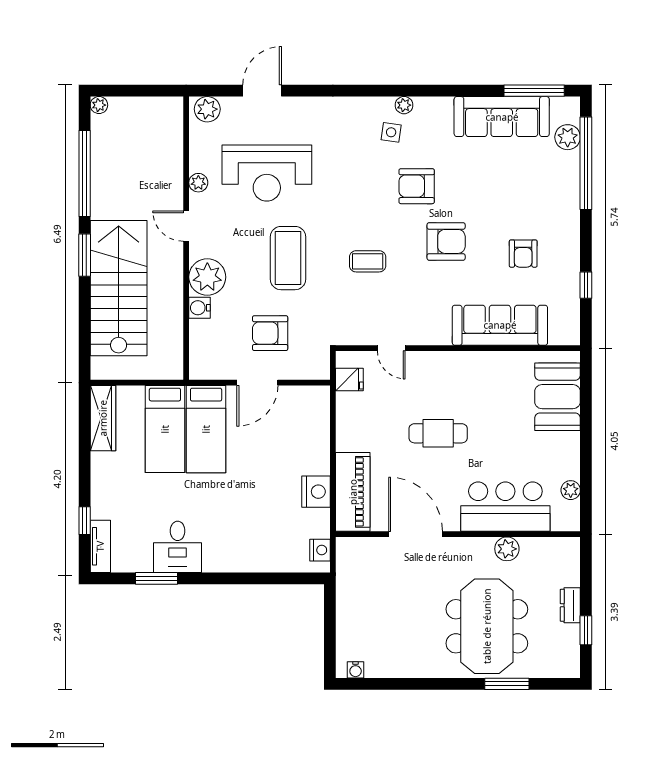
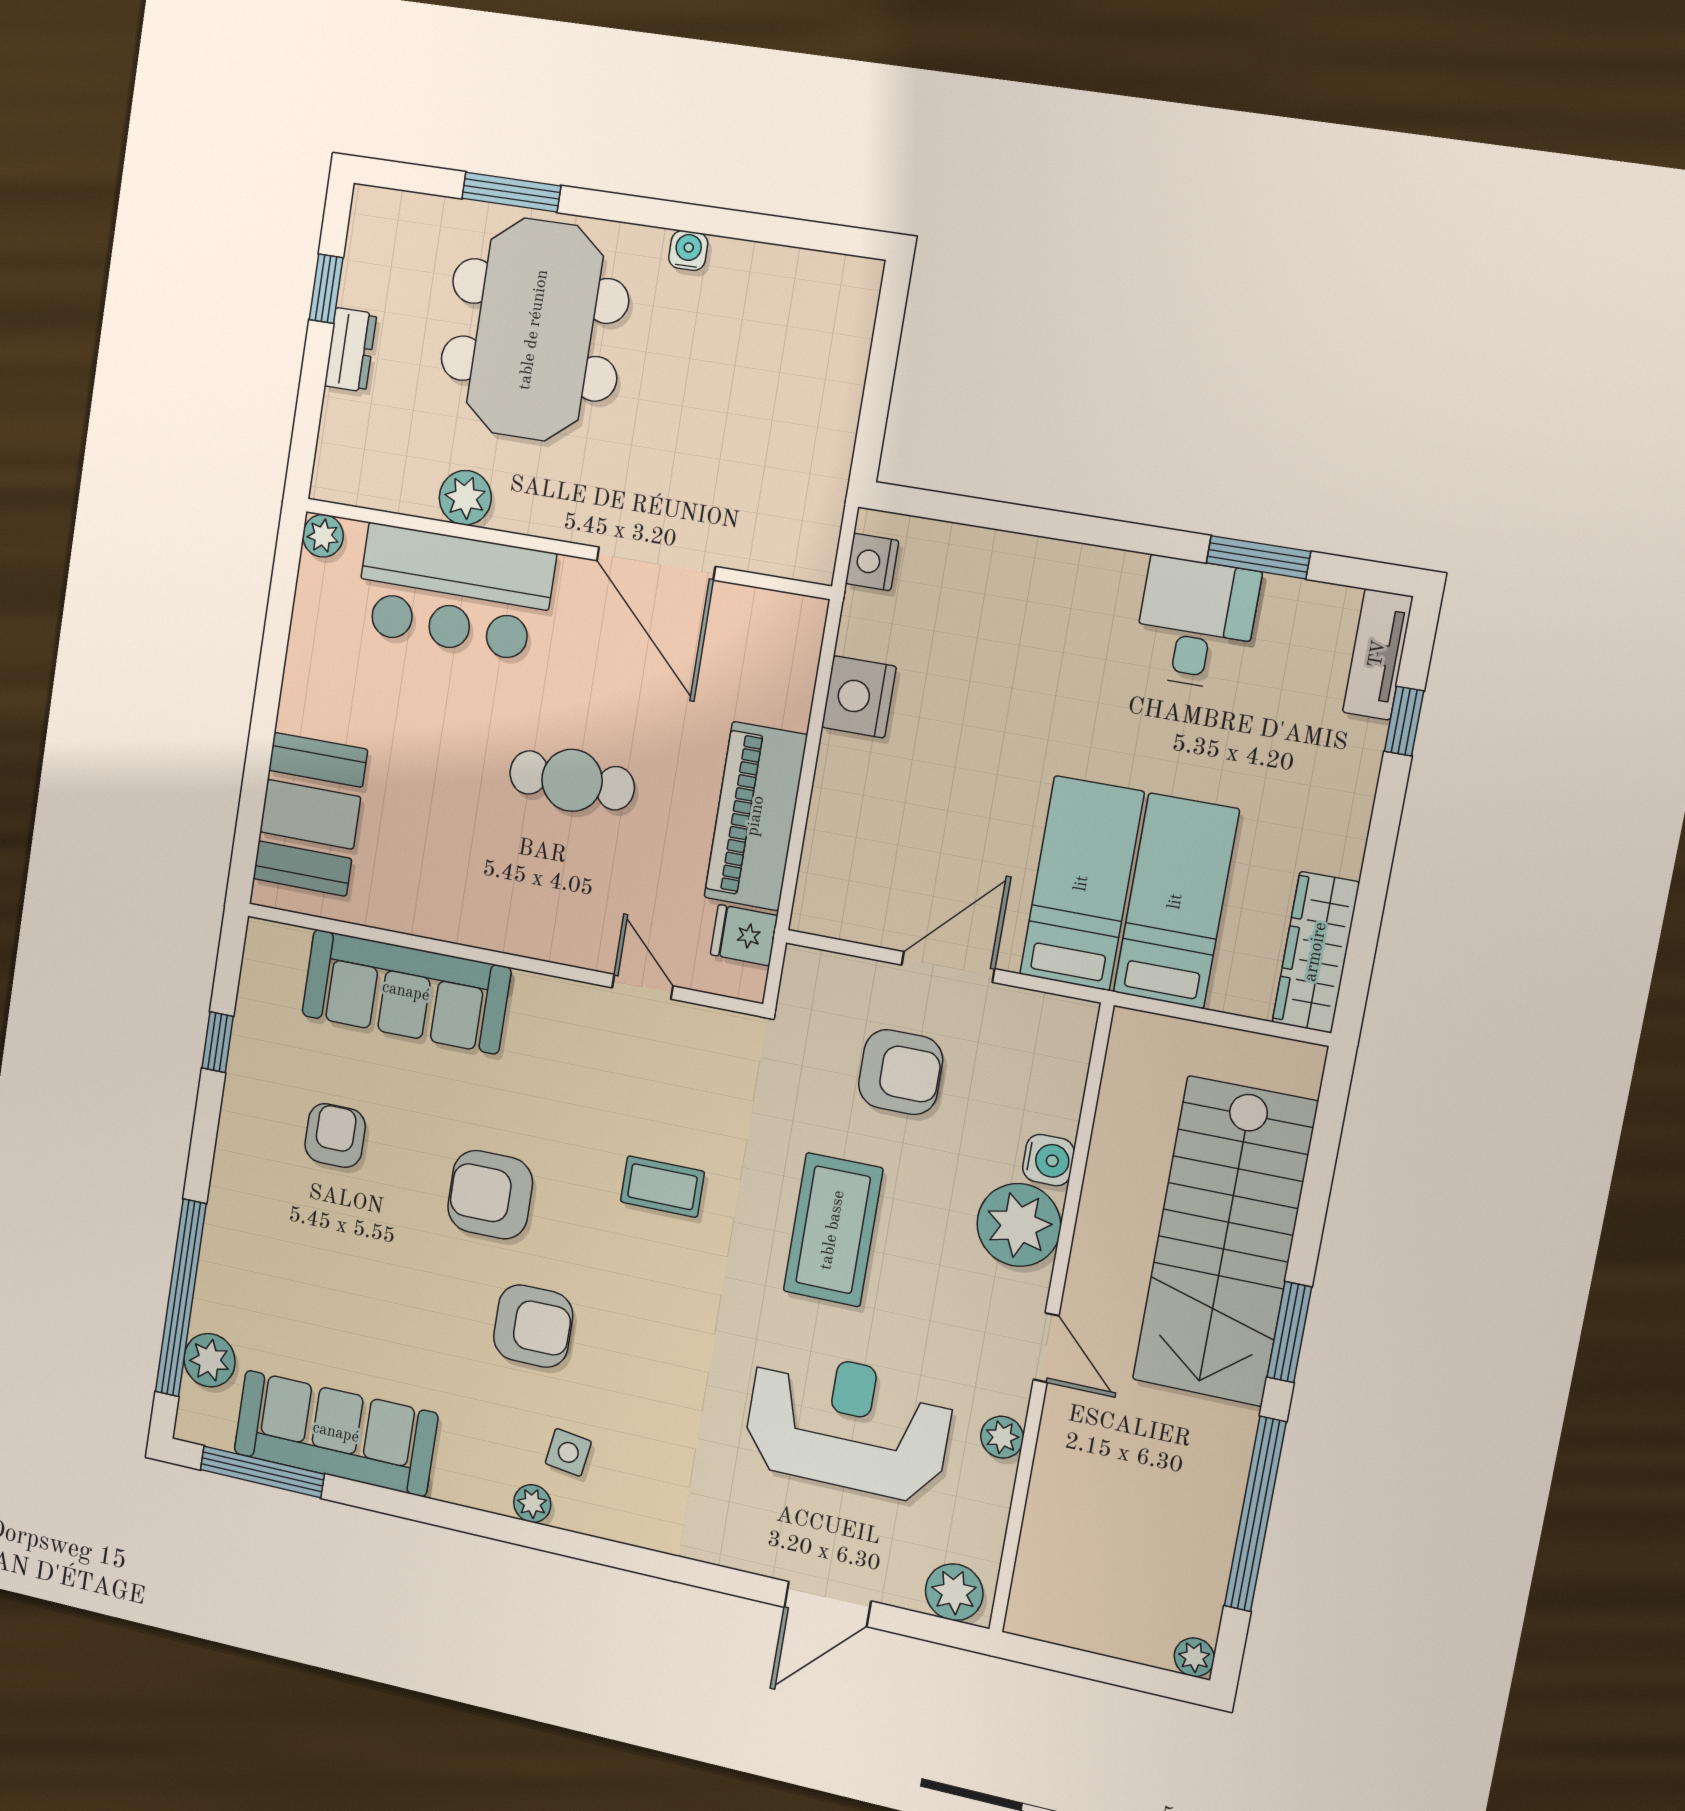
plant: (571, 490) -> (323, 536), moved
piano: (353, 492) -> (756, 816), moved
water cooler: (356, 670) -> (688, 250), moved

